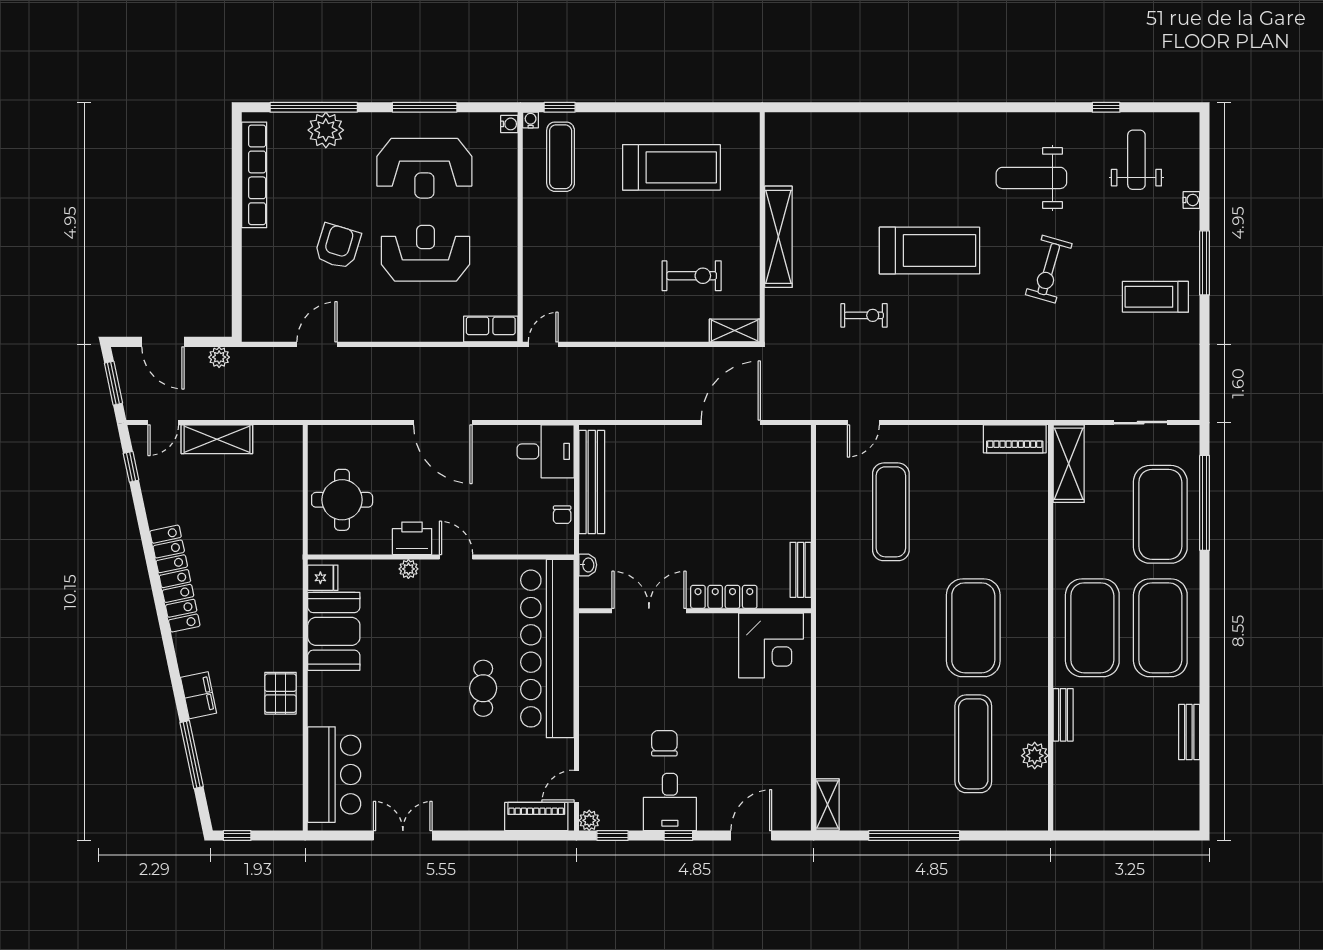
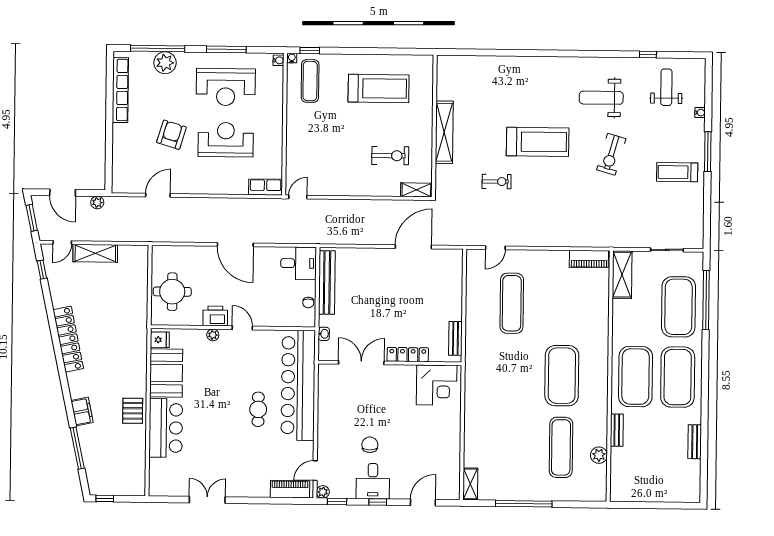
bar counter: (334, 775) -> (166, 428), moved

